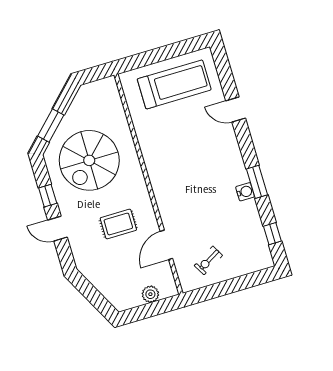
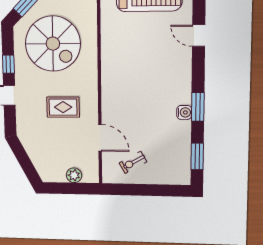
spiral stairs: (89, 160) -> (53, 44), turned -90
window: (272, 234) -> (197, 156), width x1.50
door: (166, 245) -> (100, 138), swing flipped

